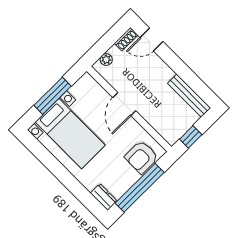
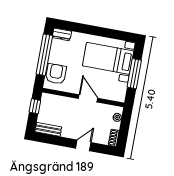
door: (152, 39) -> (83, 145), moved
bench: (189, 96) -> (48, 129), width x0.73

